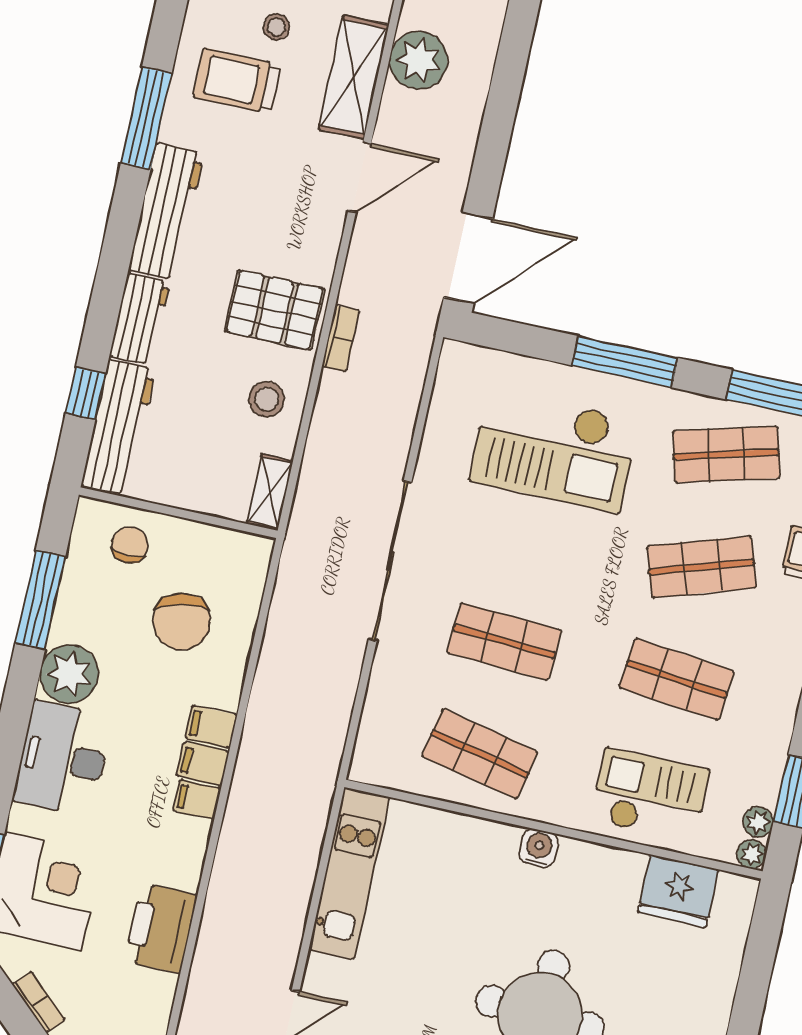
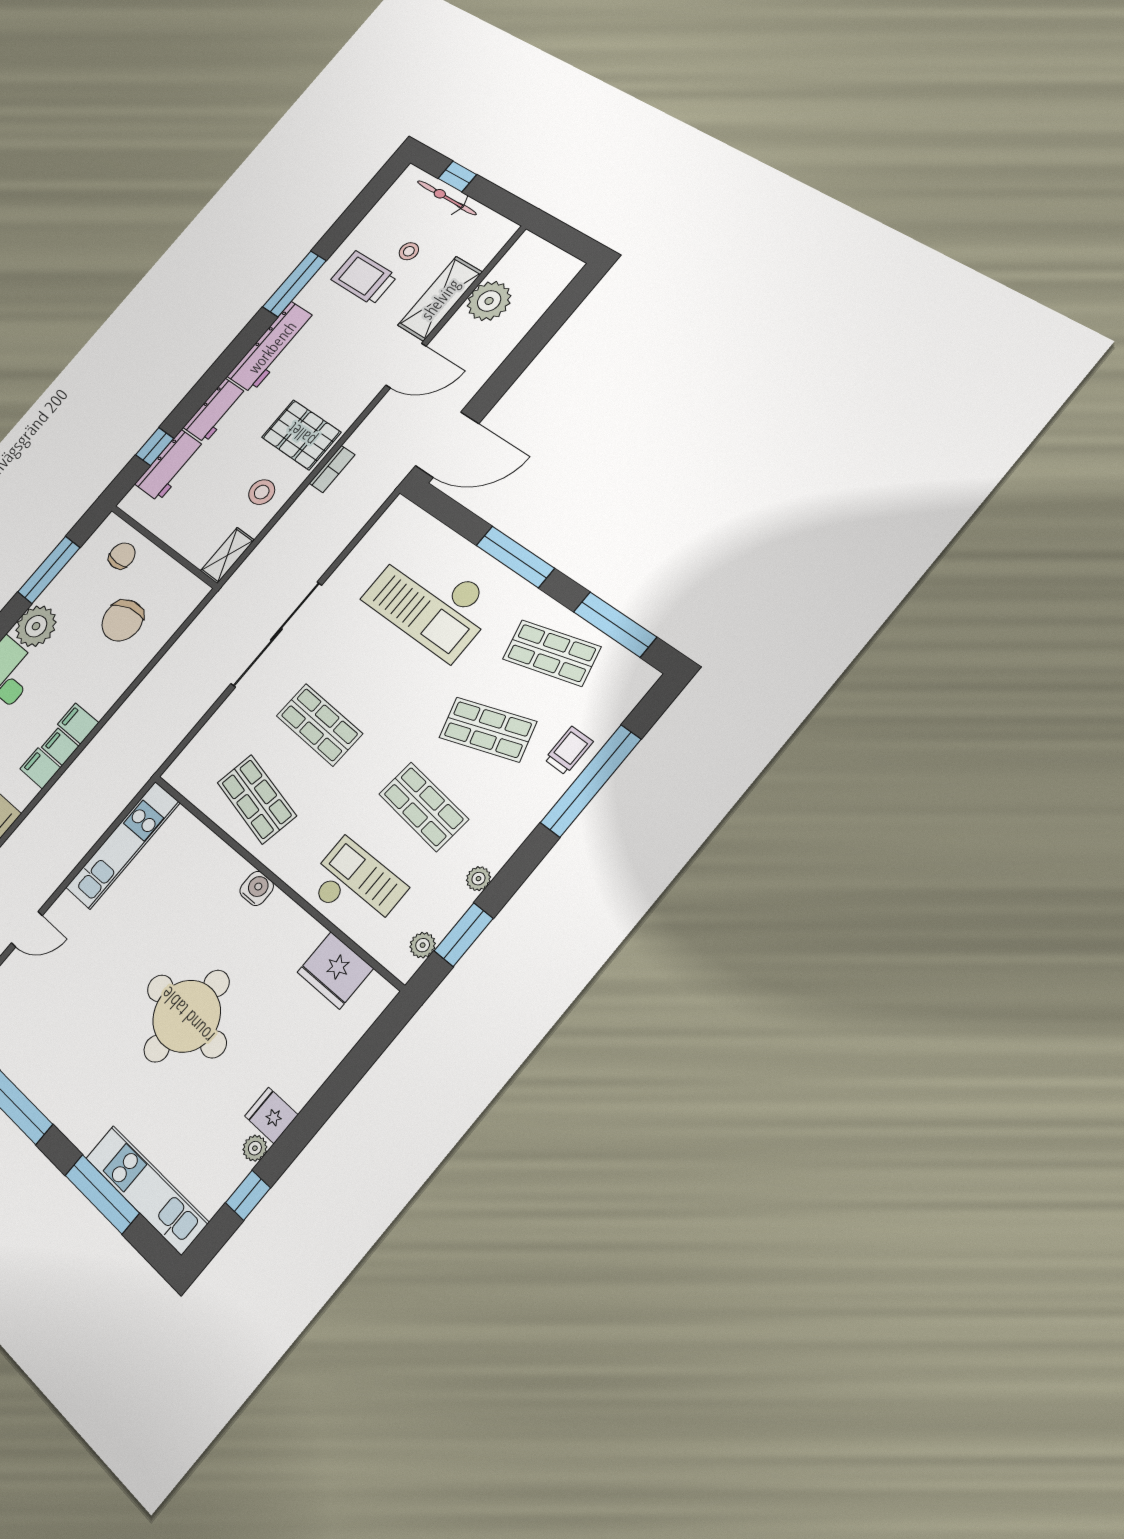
workbench: (118, 427) -> (170, 465), width x0.73
filing cabinet: (211, 727) -> (40, 768), moved
plant: (752, 854) -> (478, 879), moved

